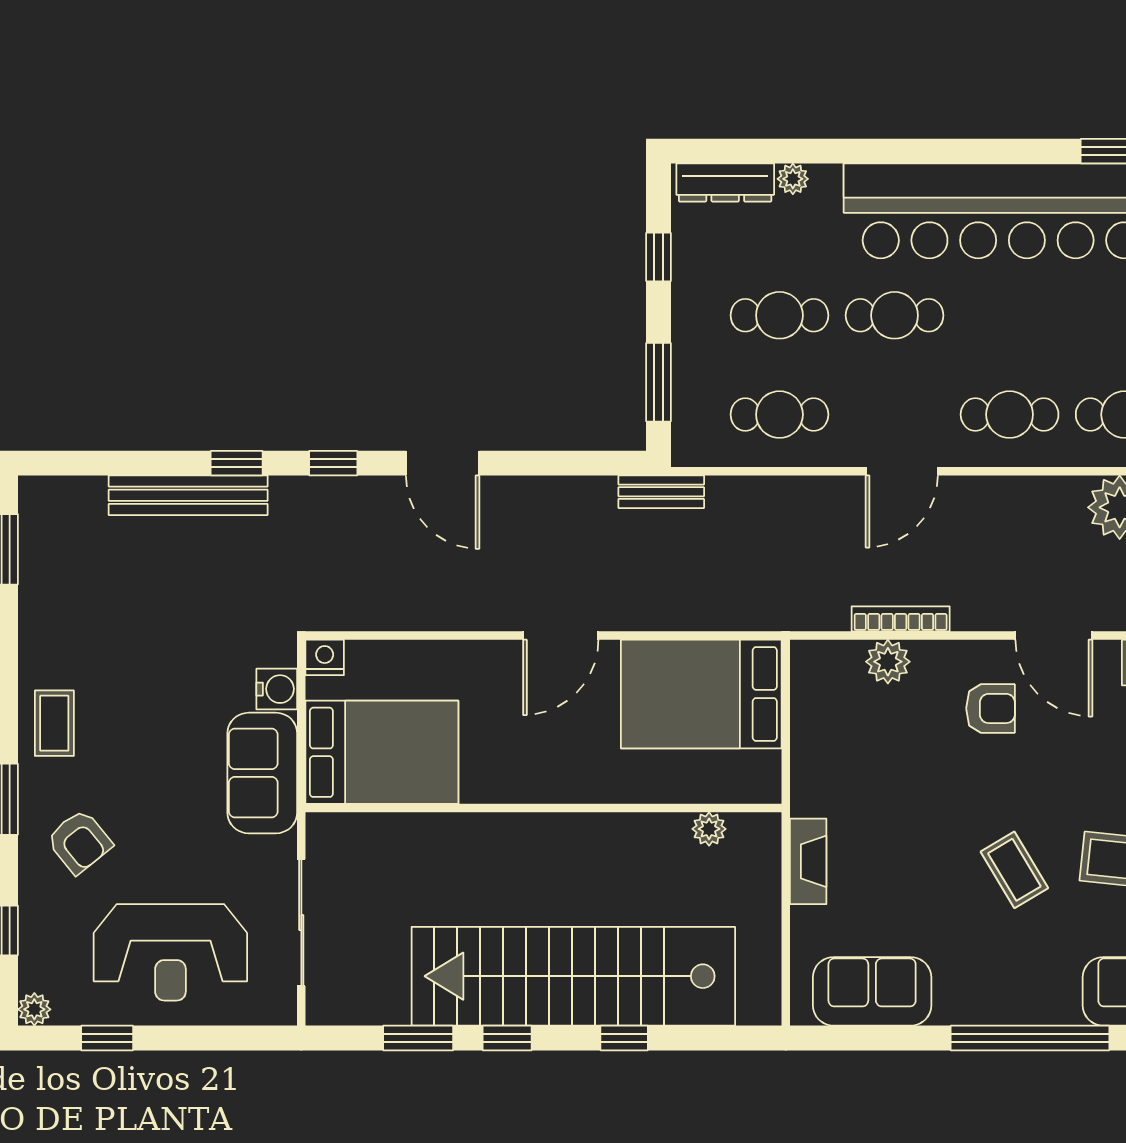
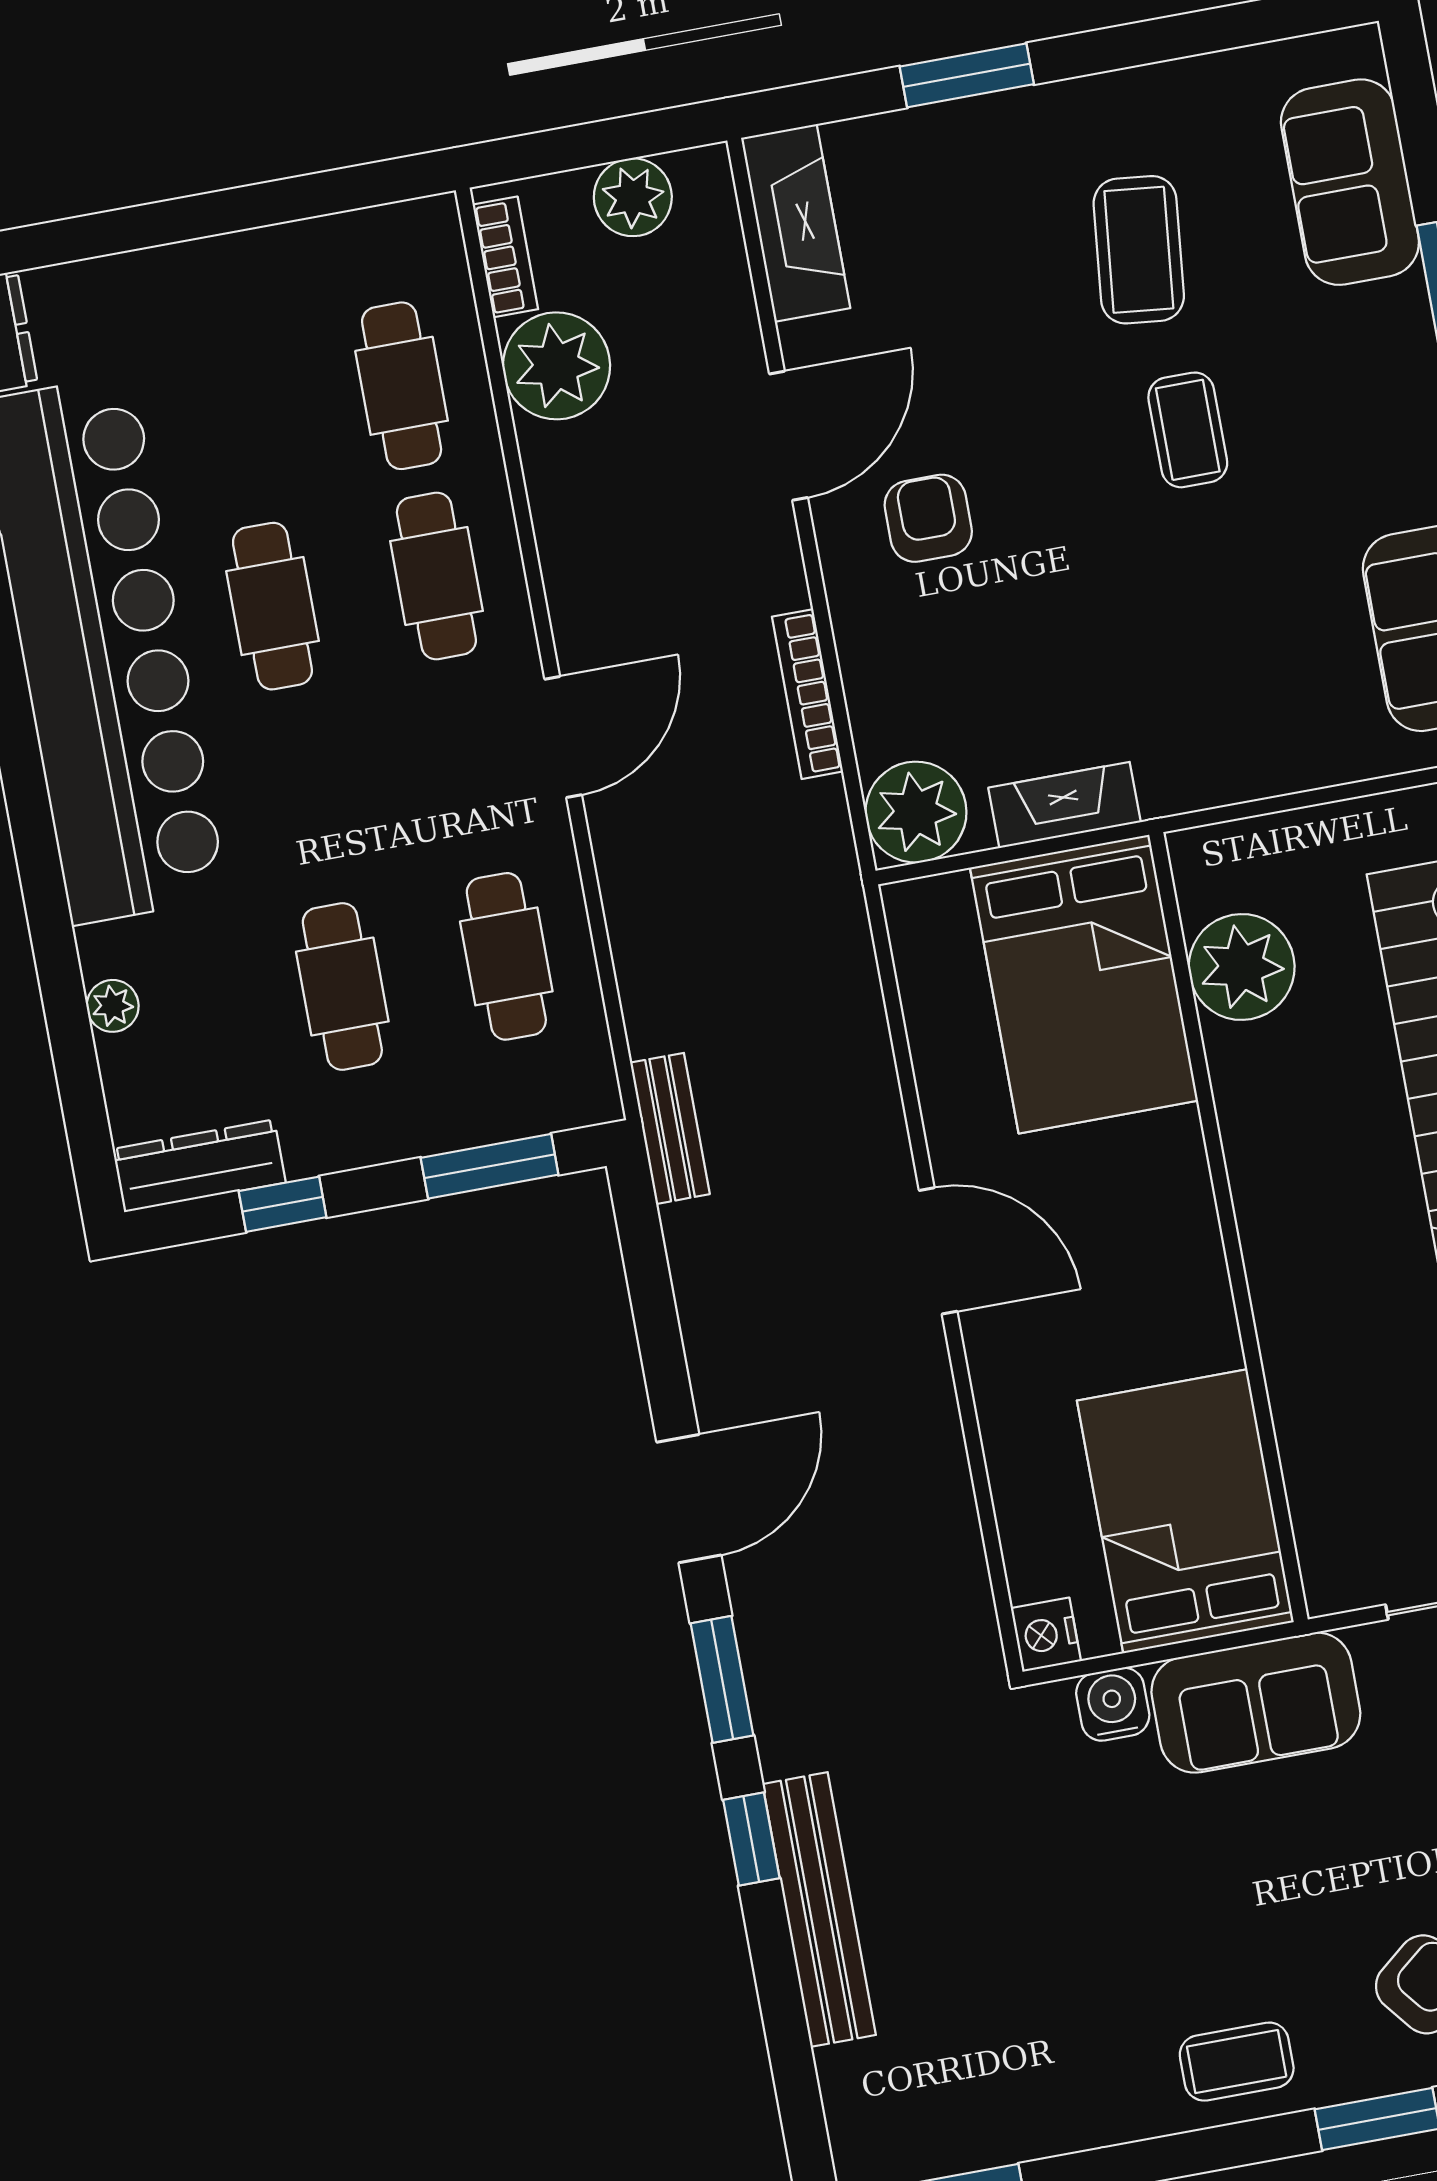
dresser: (725, 183) -> (199, 1166), moved, turned -90
cafe table: (895, 315) -> (272, 606), moved
window: (333, 463) -> (722, 1679), width x1.50
door: (902, 471) -> (563, 737), hinge flipped
plant: (888, 662) -> (916, 812), moved, width x1.36, depth x1.36
bed: (701, 694) -> (1084, 984), moved
plant: (709, 829) -> (1242, 967), width x1.88, depth x1.88
fireplace: (808, 861) -> (1064, 805), moved
coffee table: (1014, 870) -> (1188, 430), turned -59

